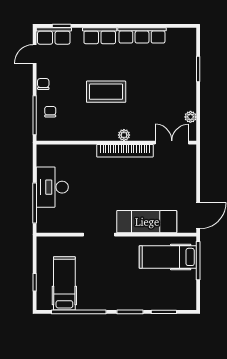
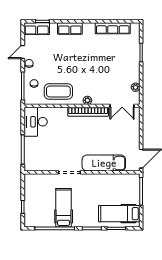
row of seats: (142, 35) -> (113, 28), moved
door: (35, 54) -> (23, 52), moved
coffee table: (106, 92) -> (58, 92), moved
double door: (172, 143) -> (122, 106), swing flipped
desk: (52, 187) -> (36, 122), moved
hospital bed: (168, 257) -> (119, 214), moved
hospital bed: (64, 283) -> (64, 208), moved

